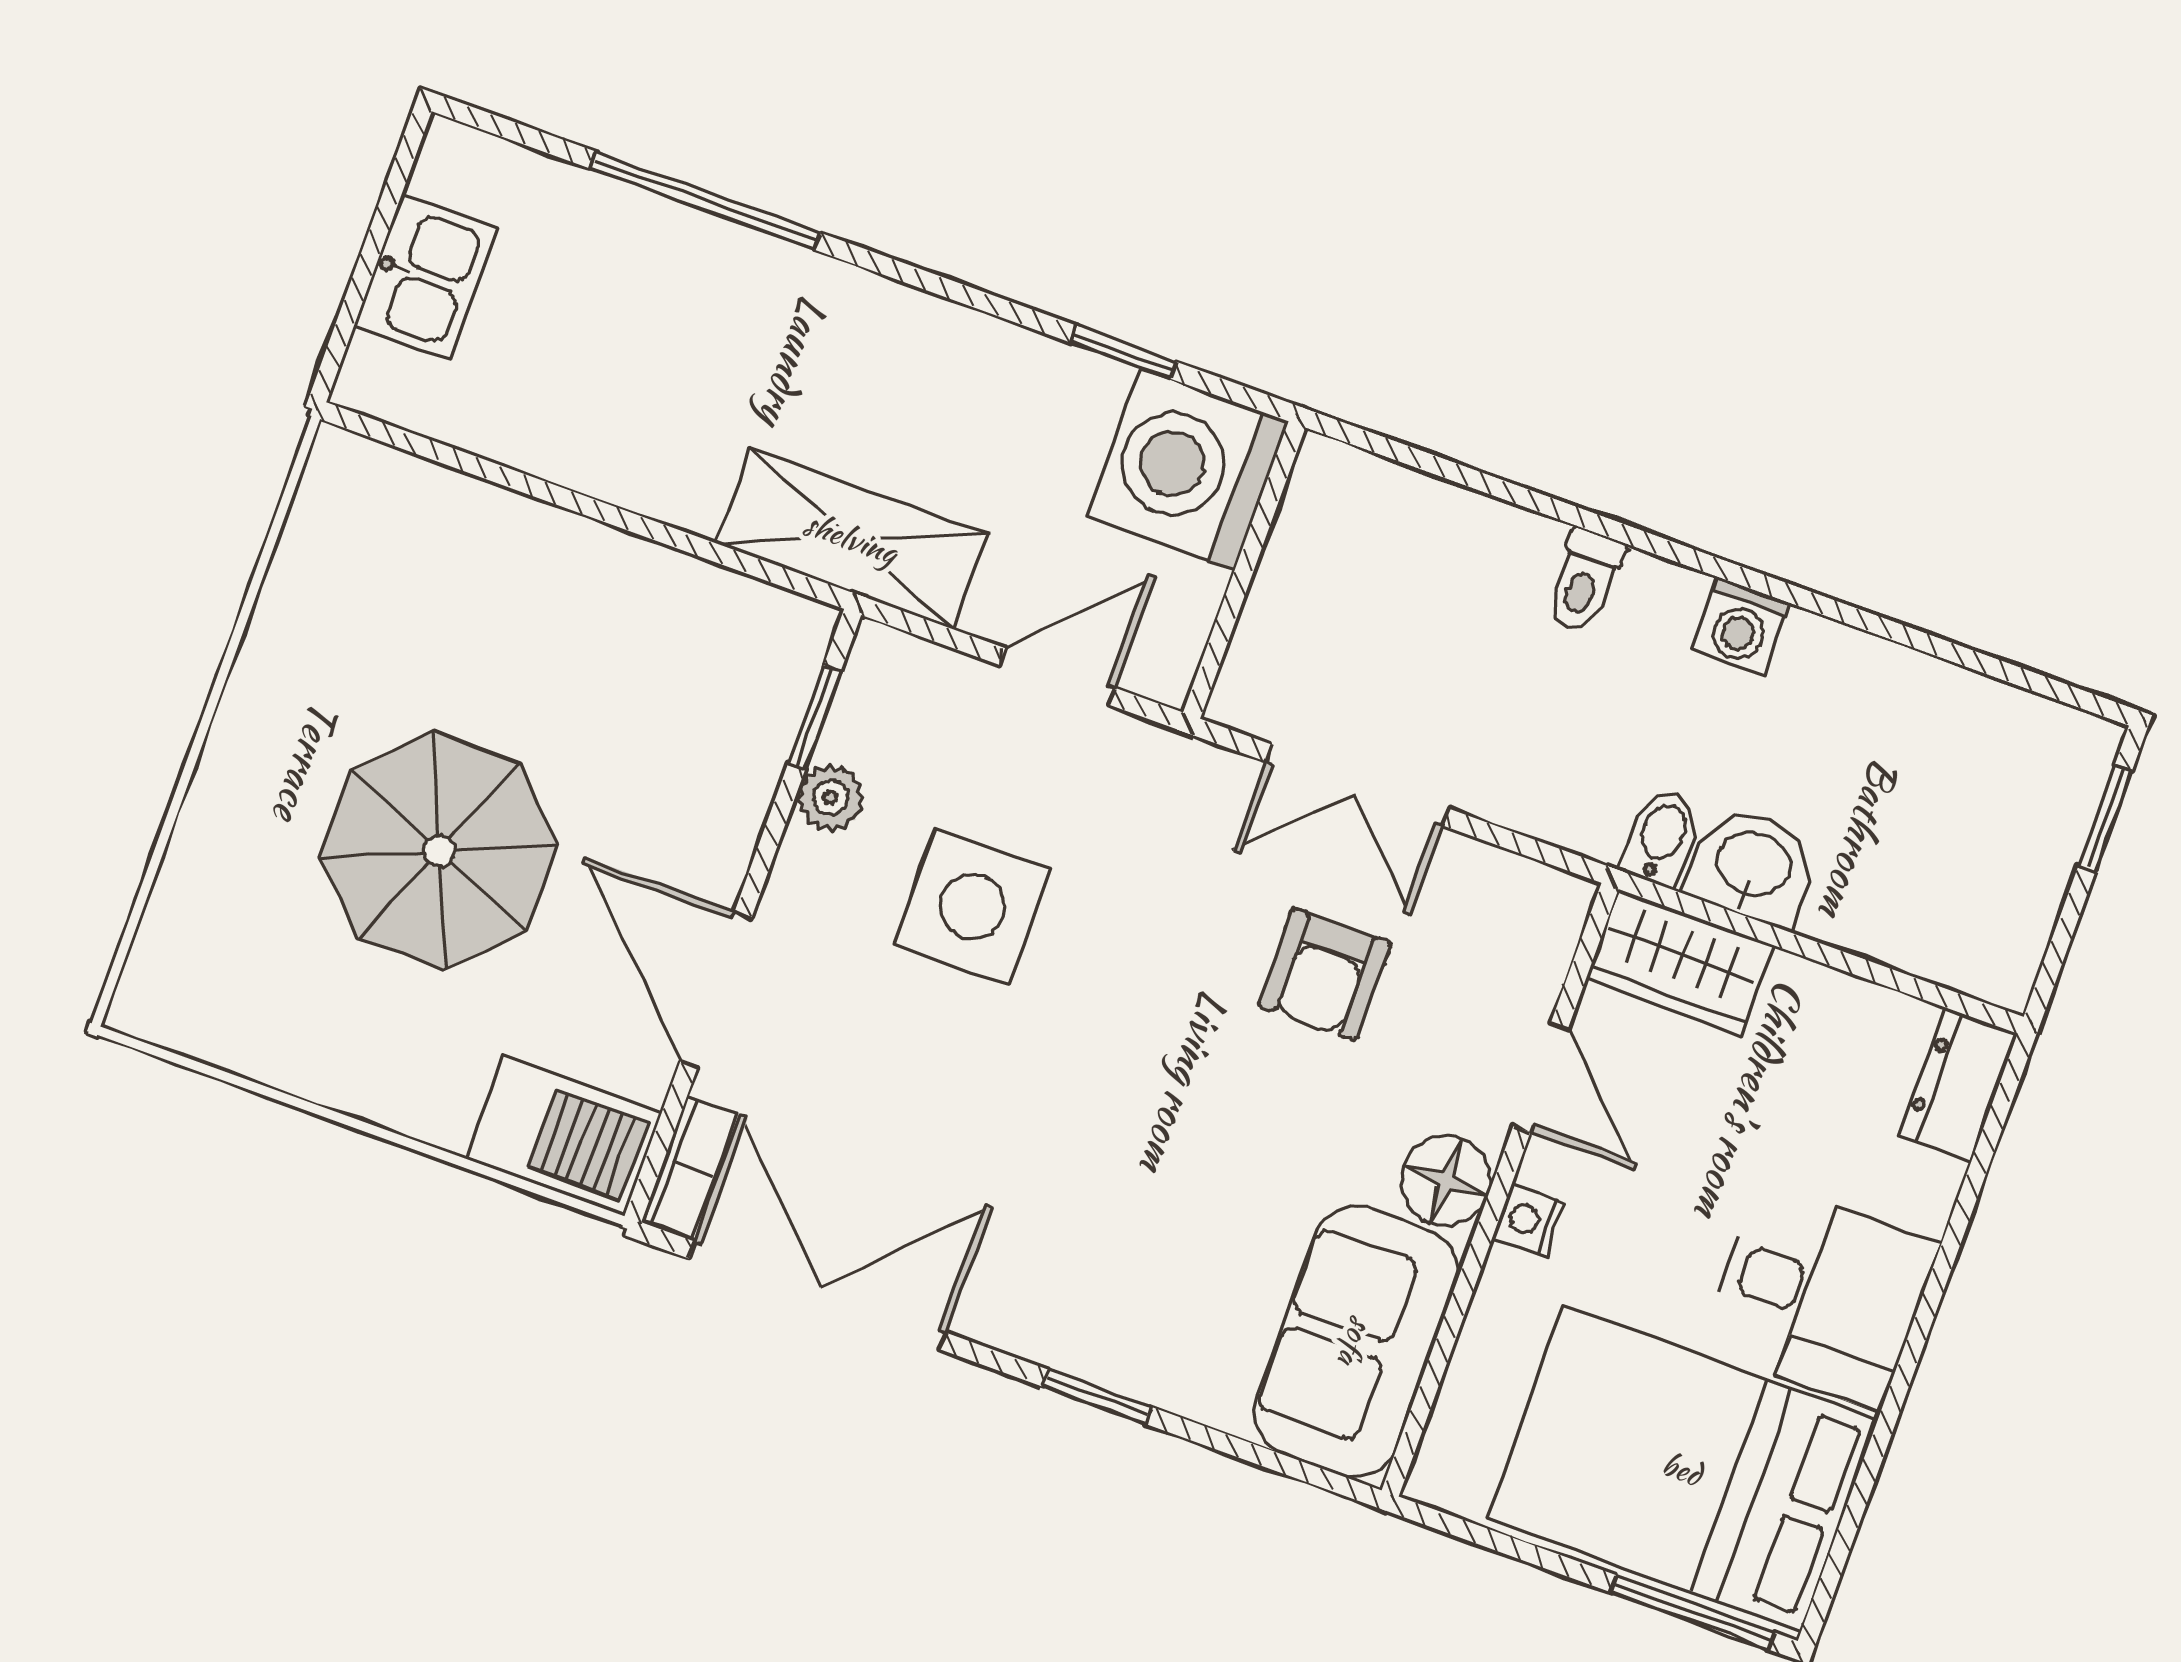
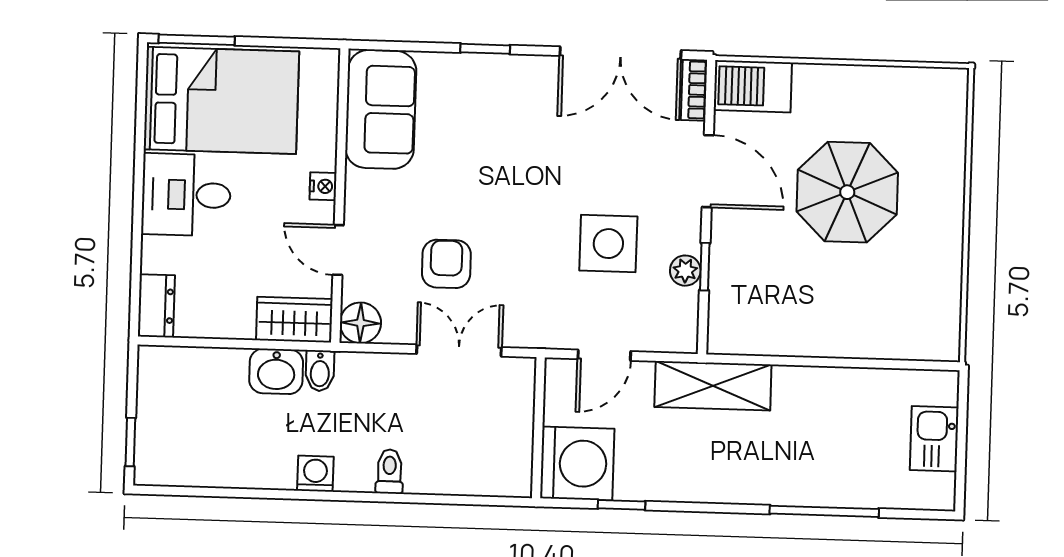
window: (814, 717) -> (705, 267), moved
floor lamp: (1446, 1181) -> (360, 323), moved

